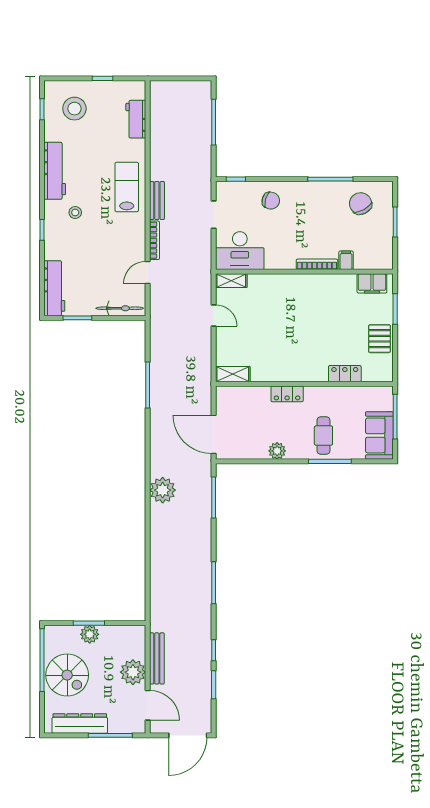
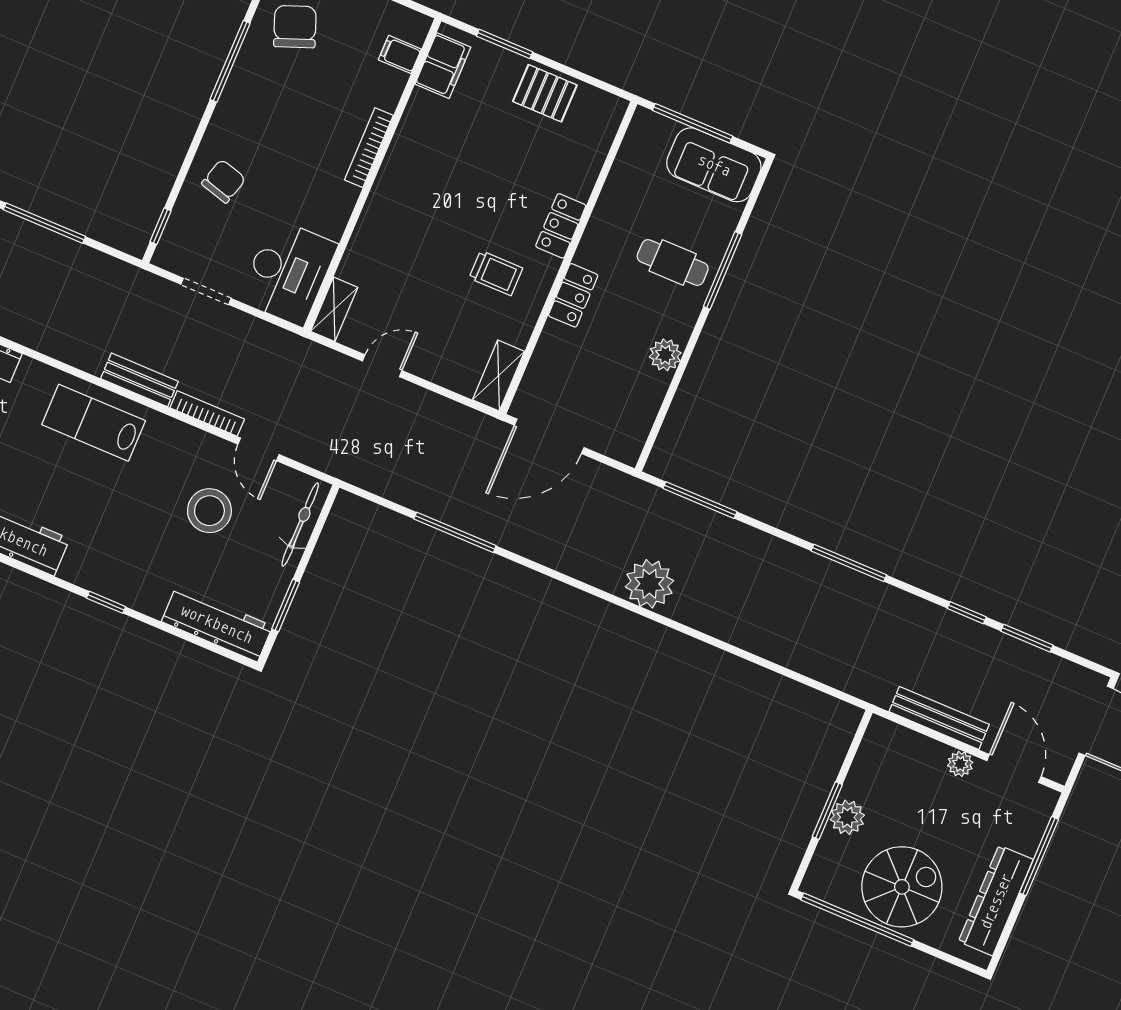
chair: (361, 204) -> (295, 27), turned 97
stool: (75, 212) -> (209, 511), moved, width x1.89, depth x1.89
filing cabinet: (346, 260) -> (400, 54), moved
trolley: (282, 352) -> (496, 273), added
locker: (345, 374) -> (561, 226), moved
door: (214, 434) -> (549, 436), moved
plant: (133, 672) -> (960, 764), width x0.53, depth x0.53
door: (148, 705) -> (1014, 769), hinge flipped

